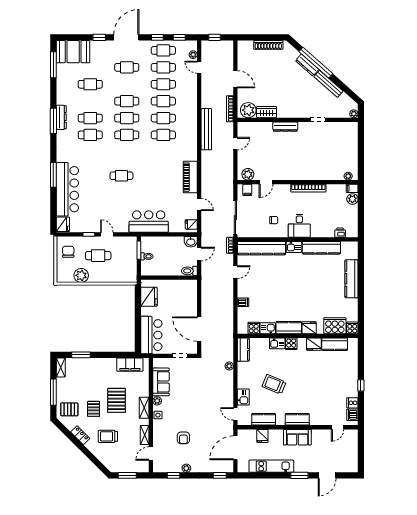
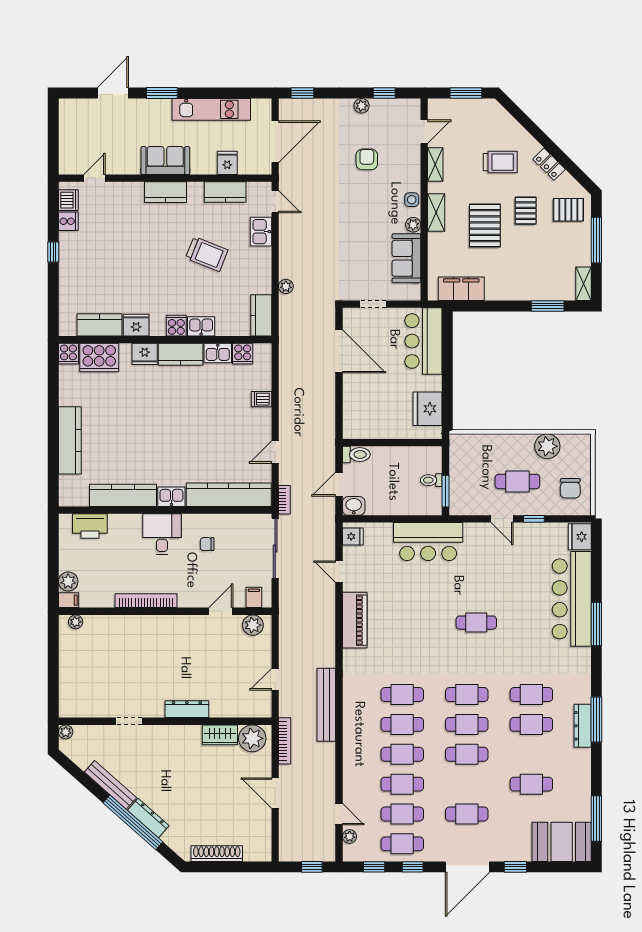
printer: (340, 233) -> (90, 526), width x1.87, depth x1.48

